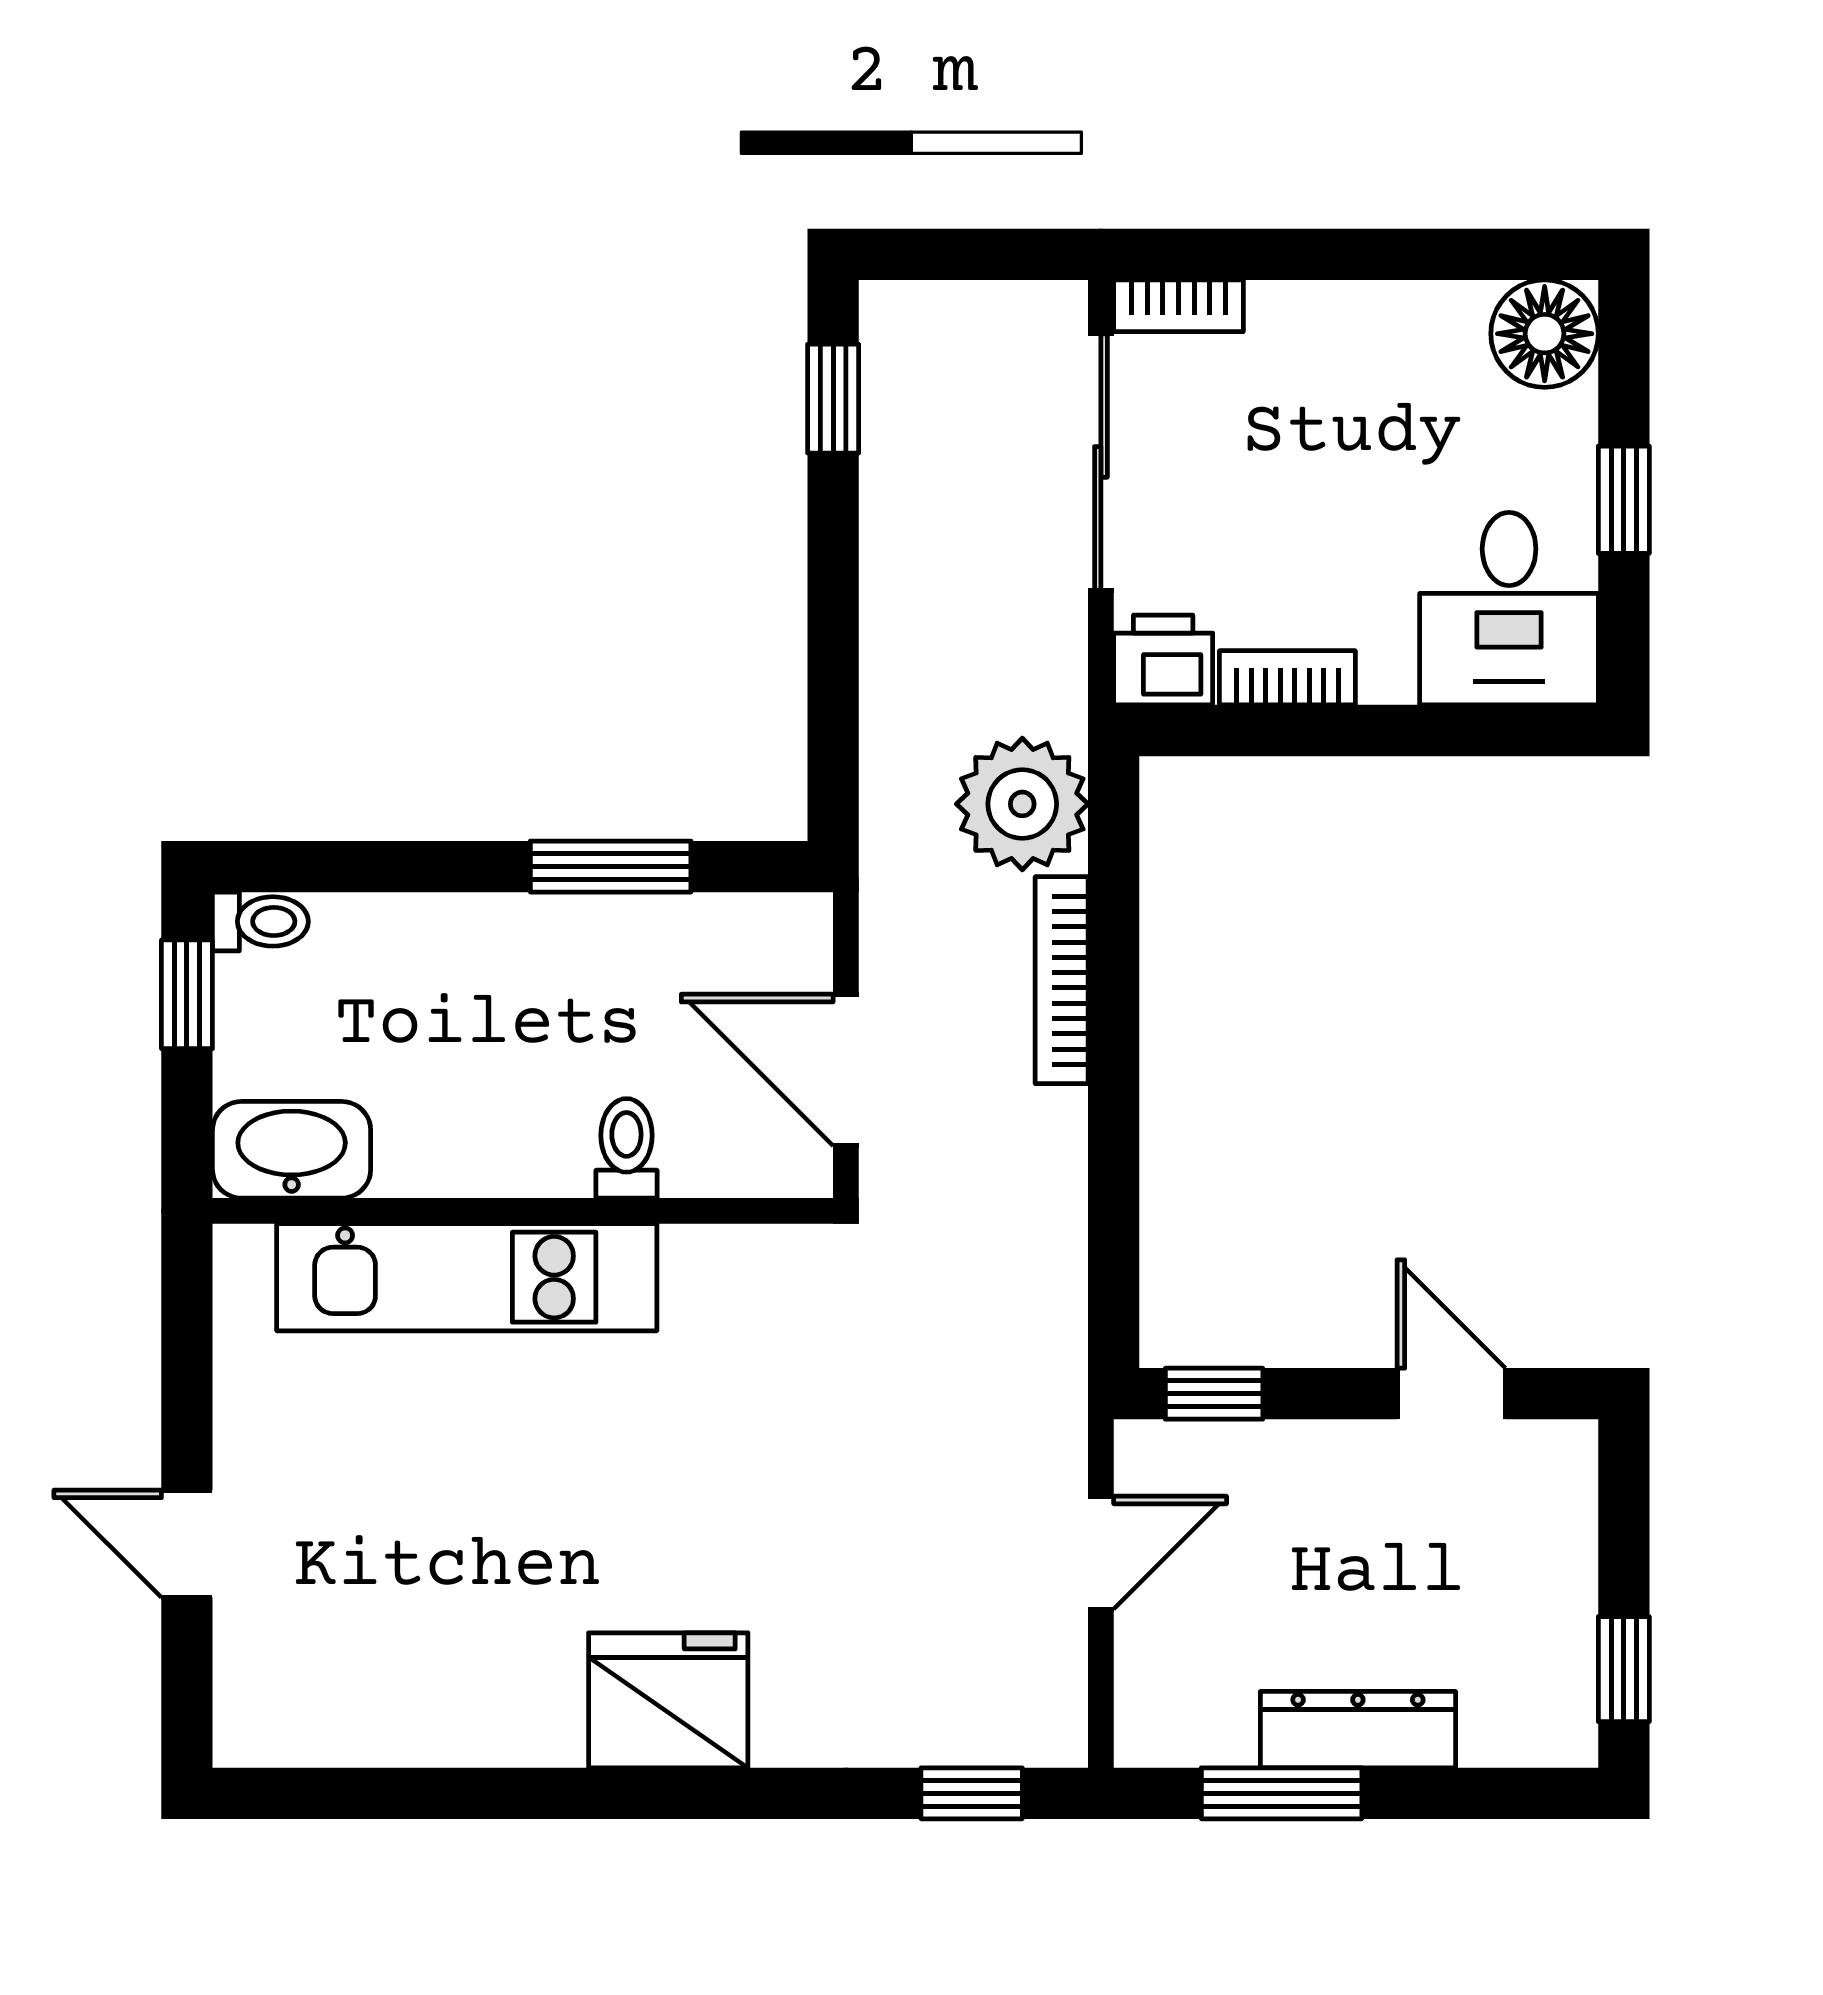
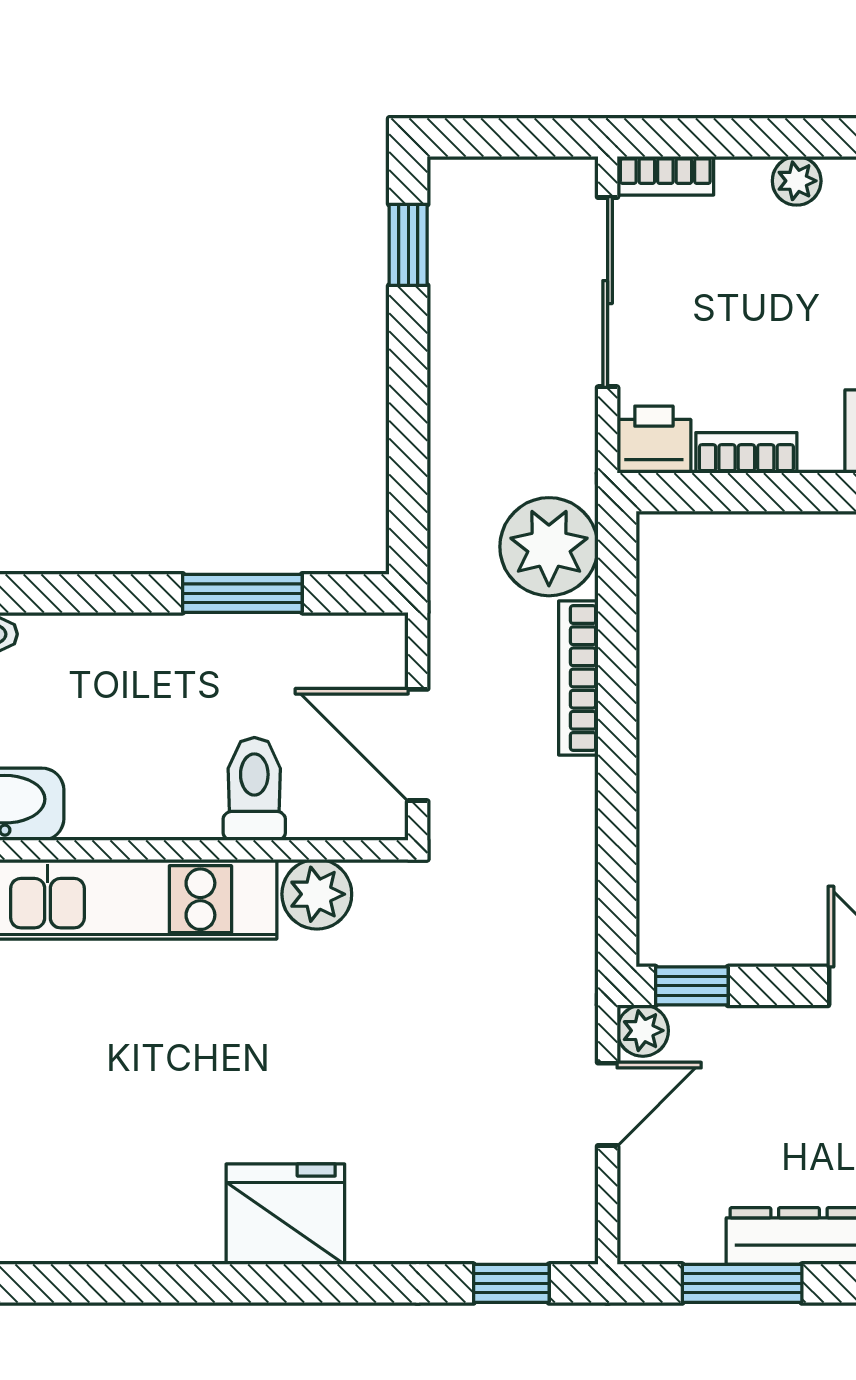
plant: (1355, 313) -> (797, 181), added
toilet: (626, 1148) -> (254, 789), width x1.37, depth x1.39
plant: (710, 1271) -> (317, 894), added
plant: (1148, 1454) -> (643, 1031), added

